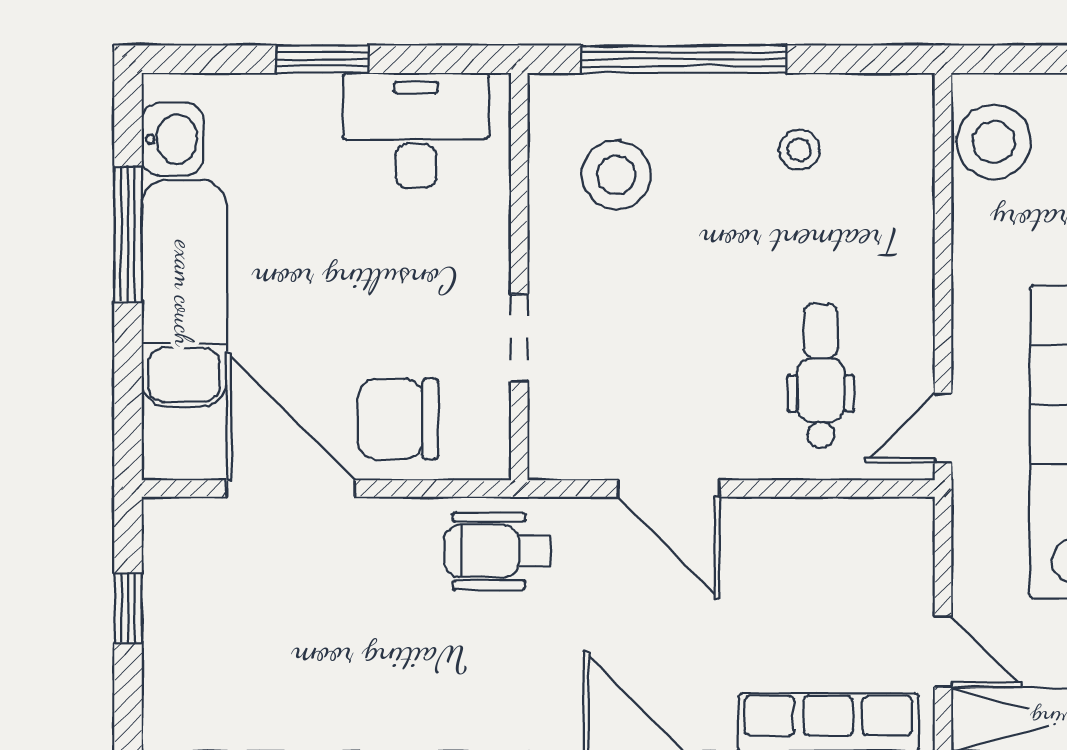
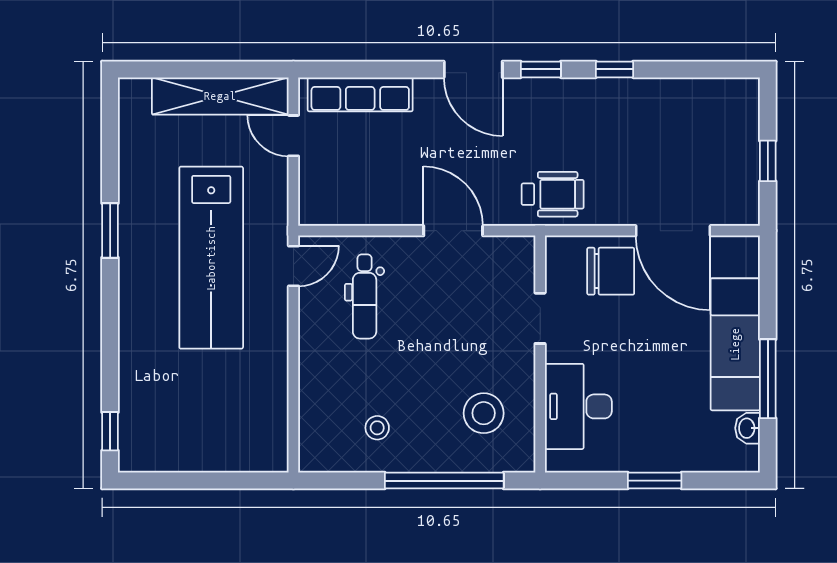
desk: (416, 130) -> (578, 406), moved, turned 90
washbasin: (172, 139) -> (747, 428), width x0.72, depth x0.69
stool: (994, 142) -> (264, 432), removed

